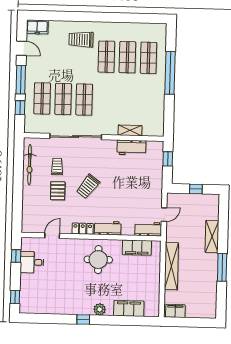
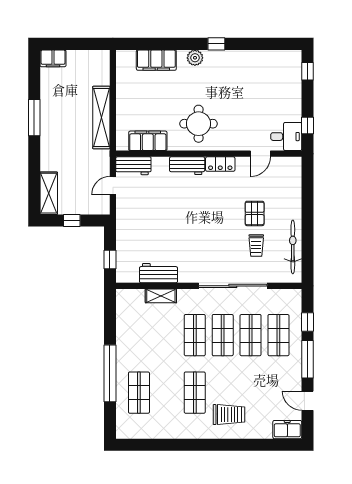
shop shelf: (127, 57) -> (195, 335), moved
trolley: (88, 186) -> (215, 220), removed
shelving: (212, 237) -> (49, 193), moved
desk: (32, 262) -> (286, 137), moved
filing cabinet: (175, 311) -> (53, 58), moved

